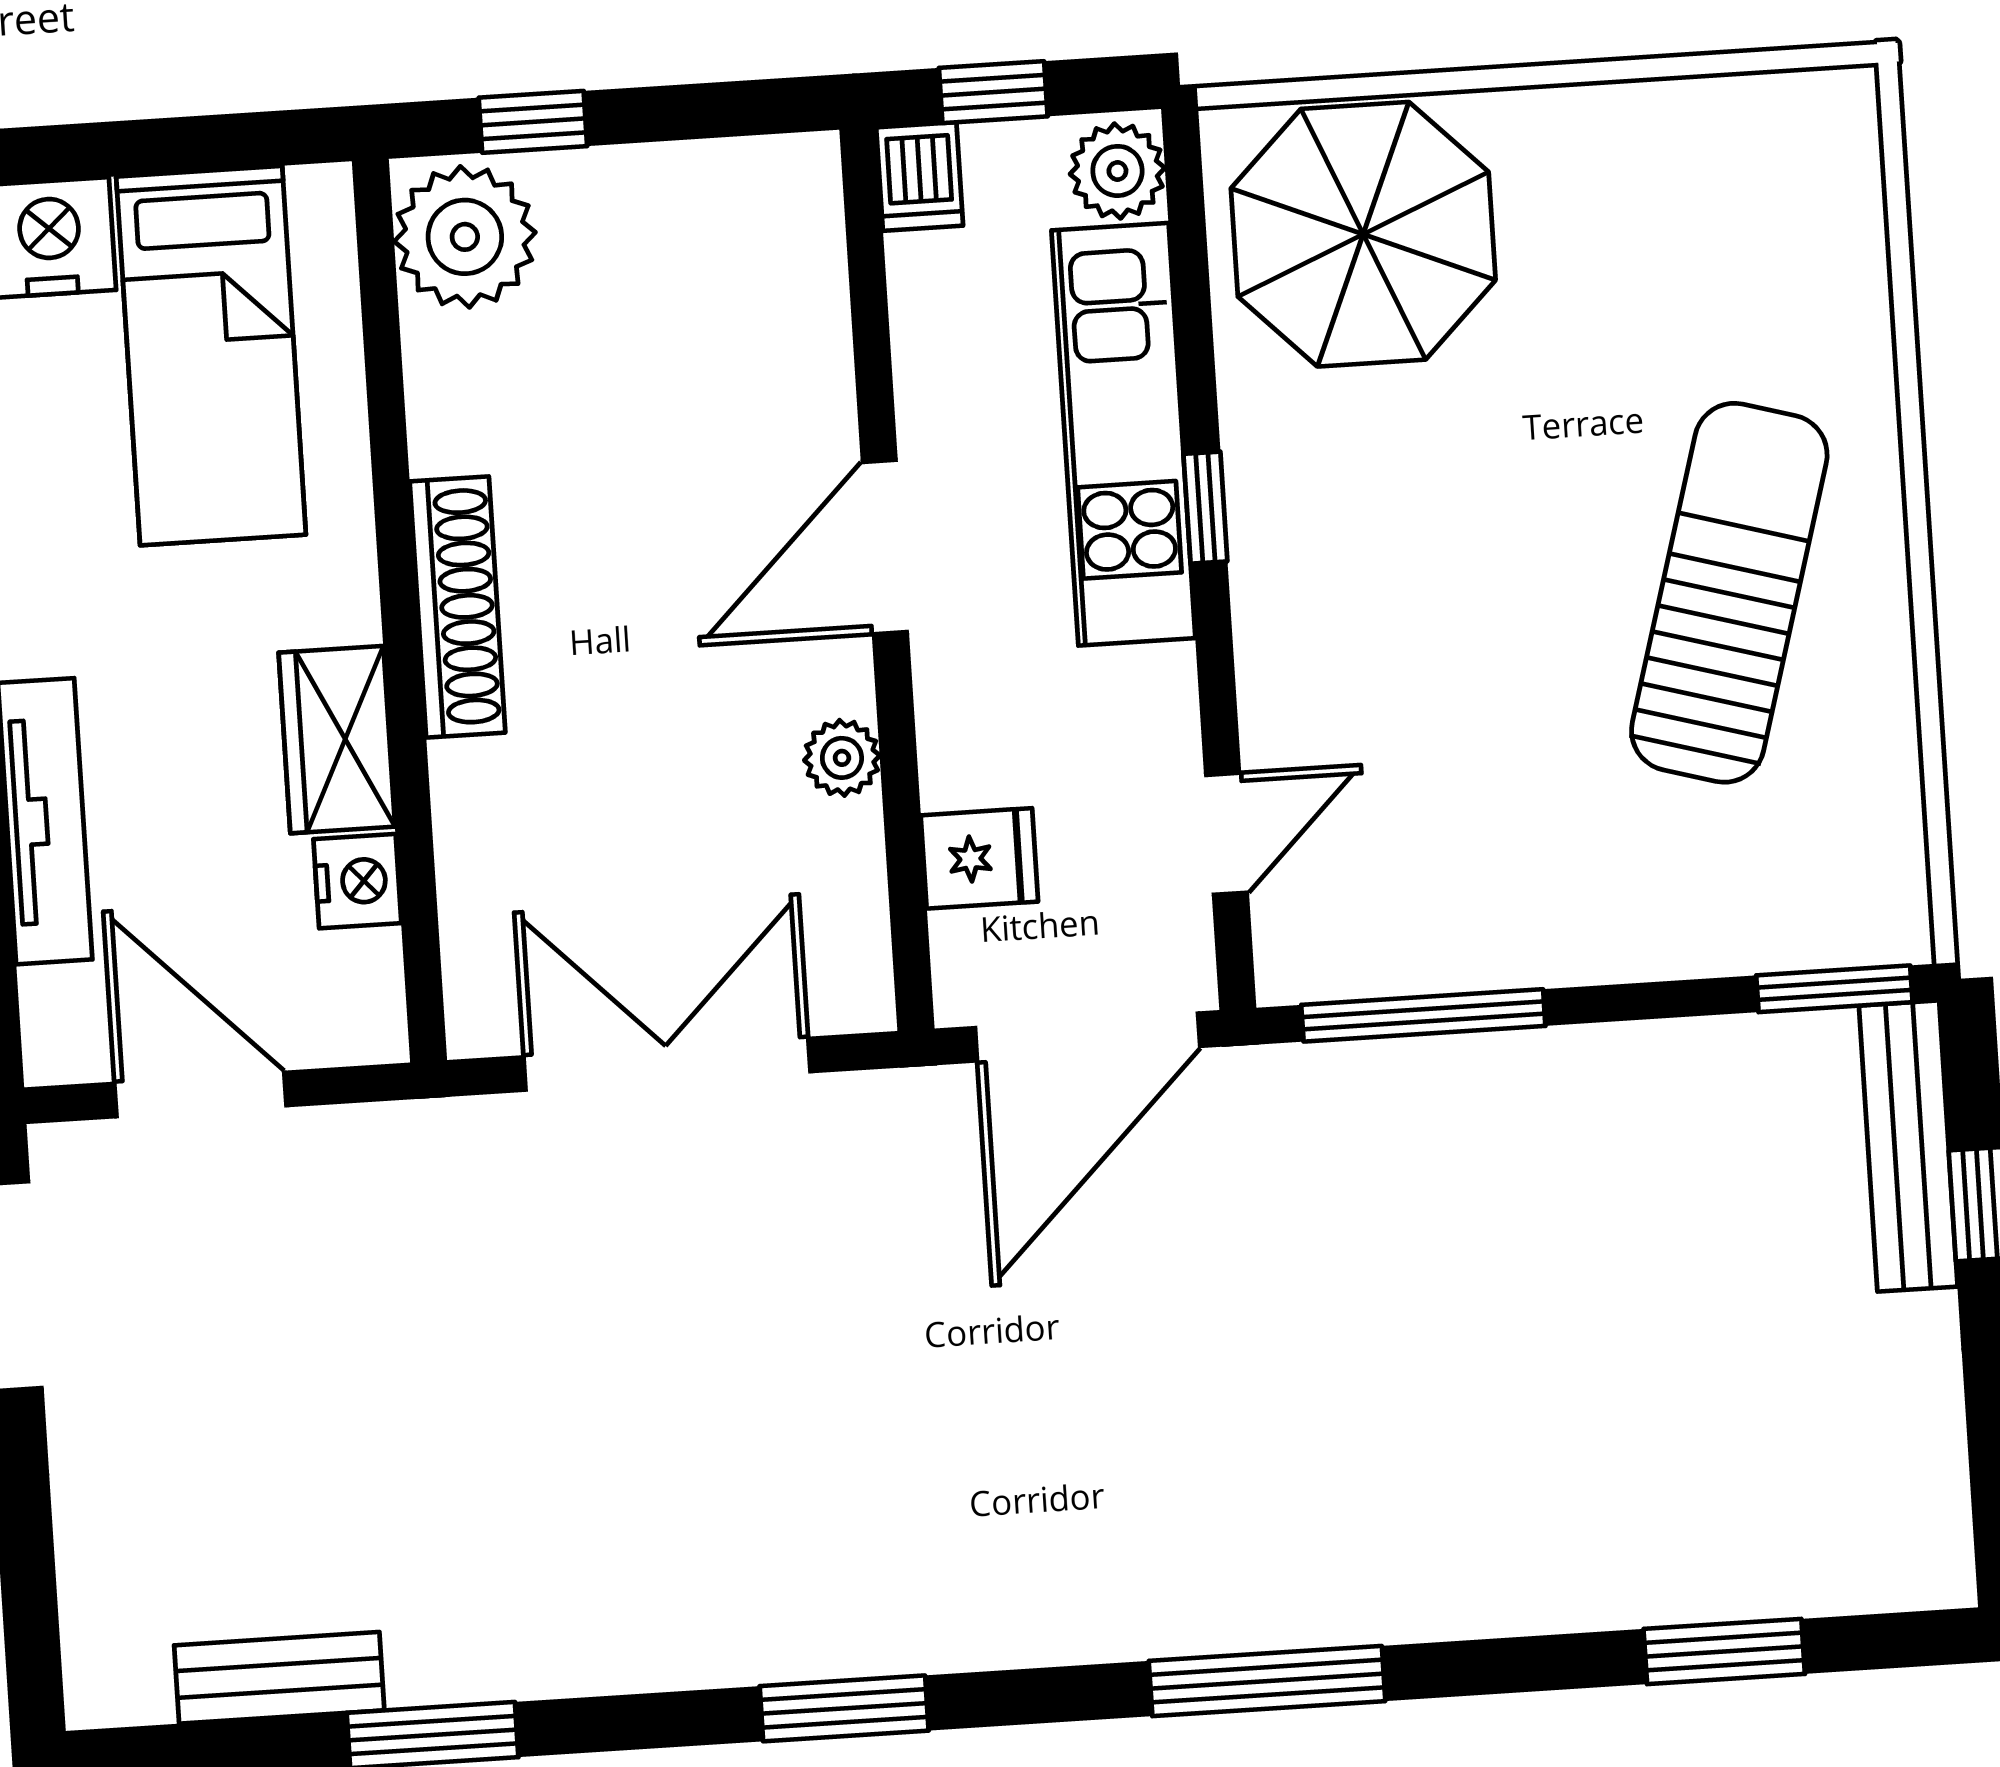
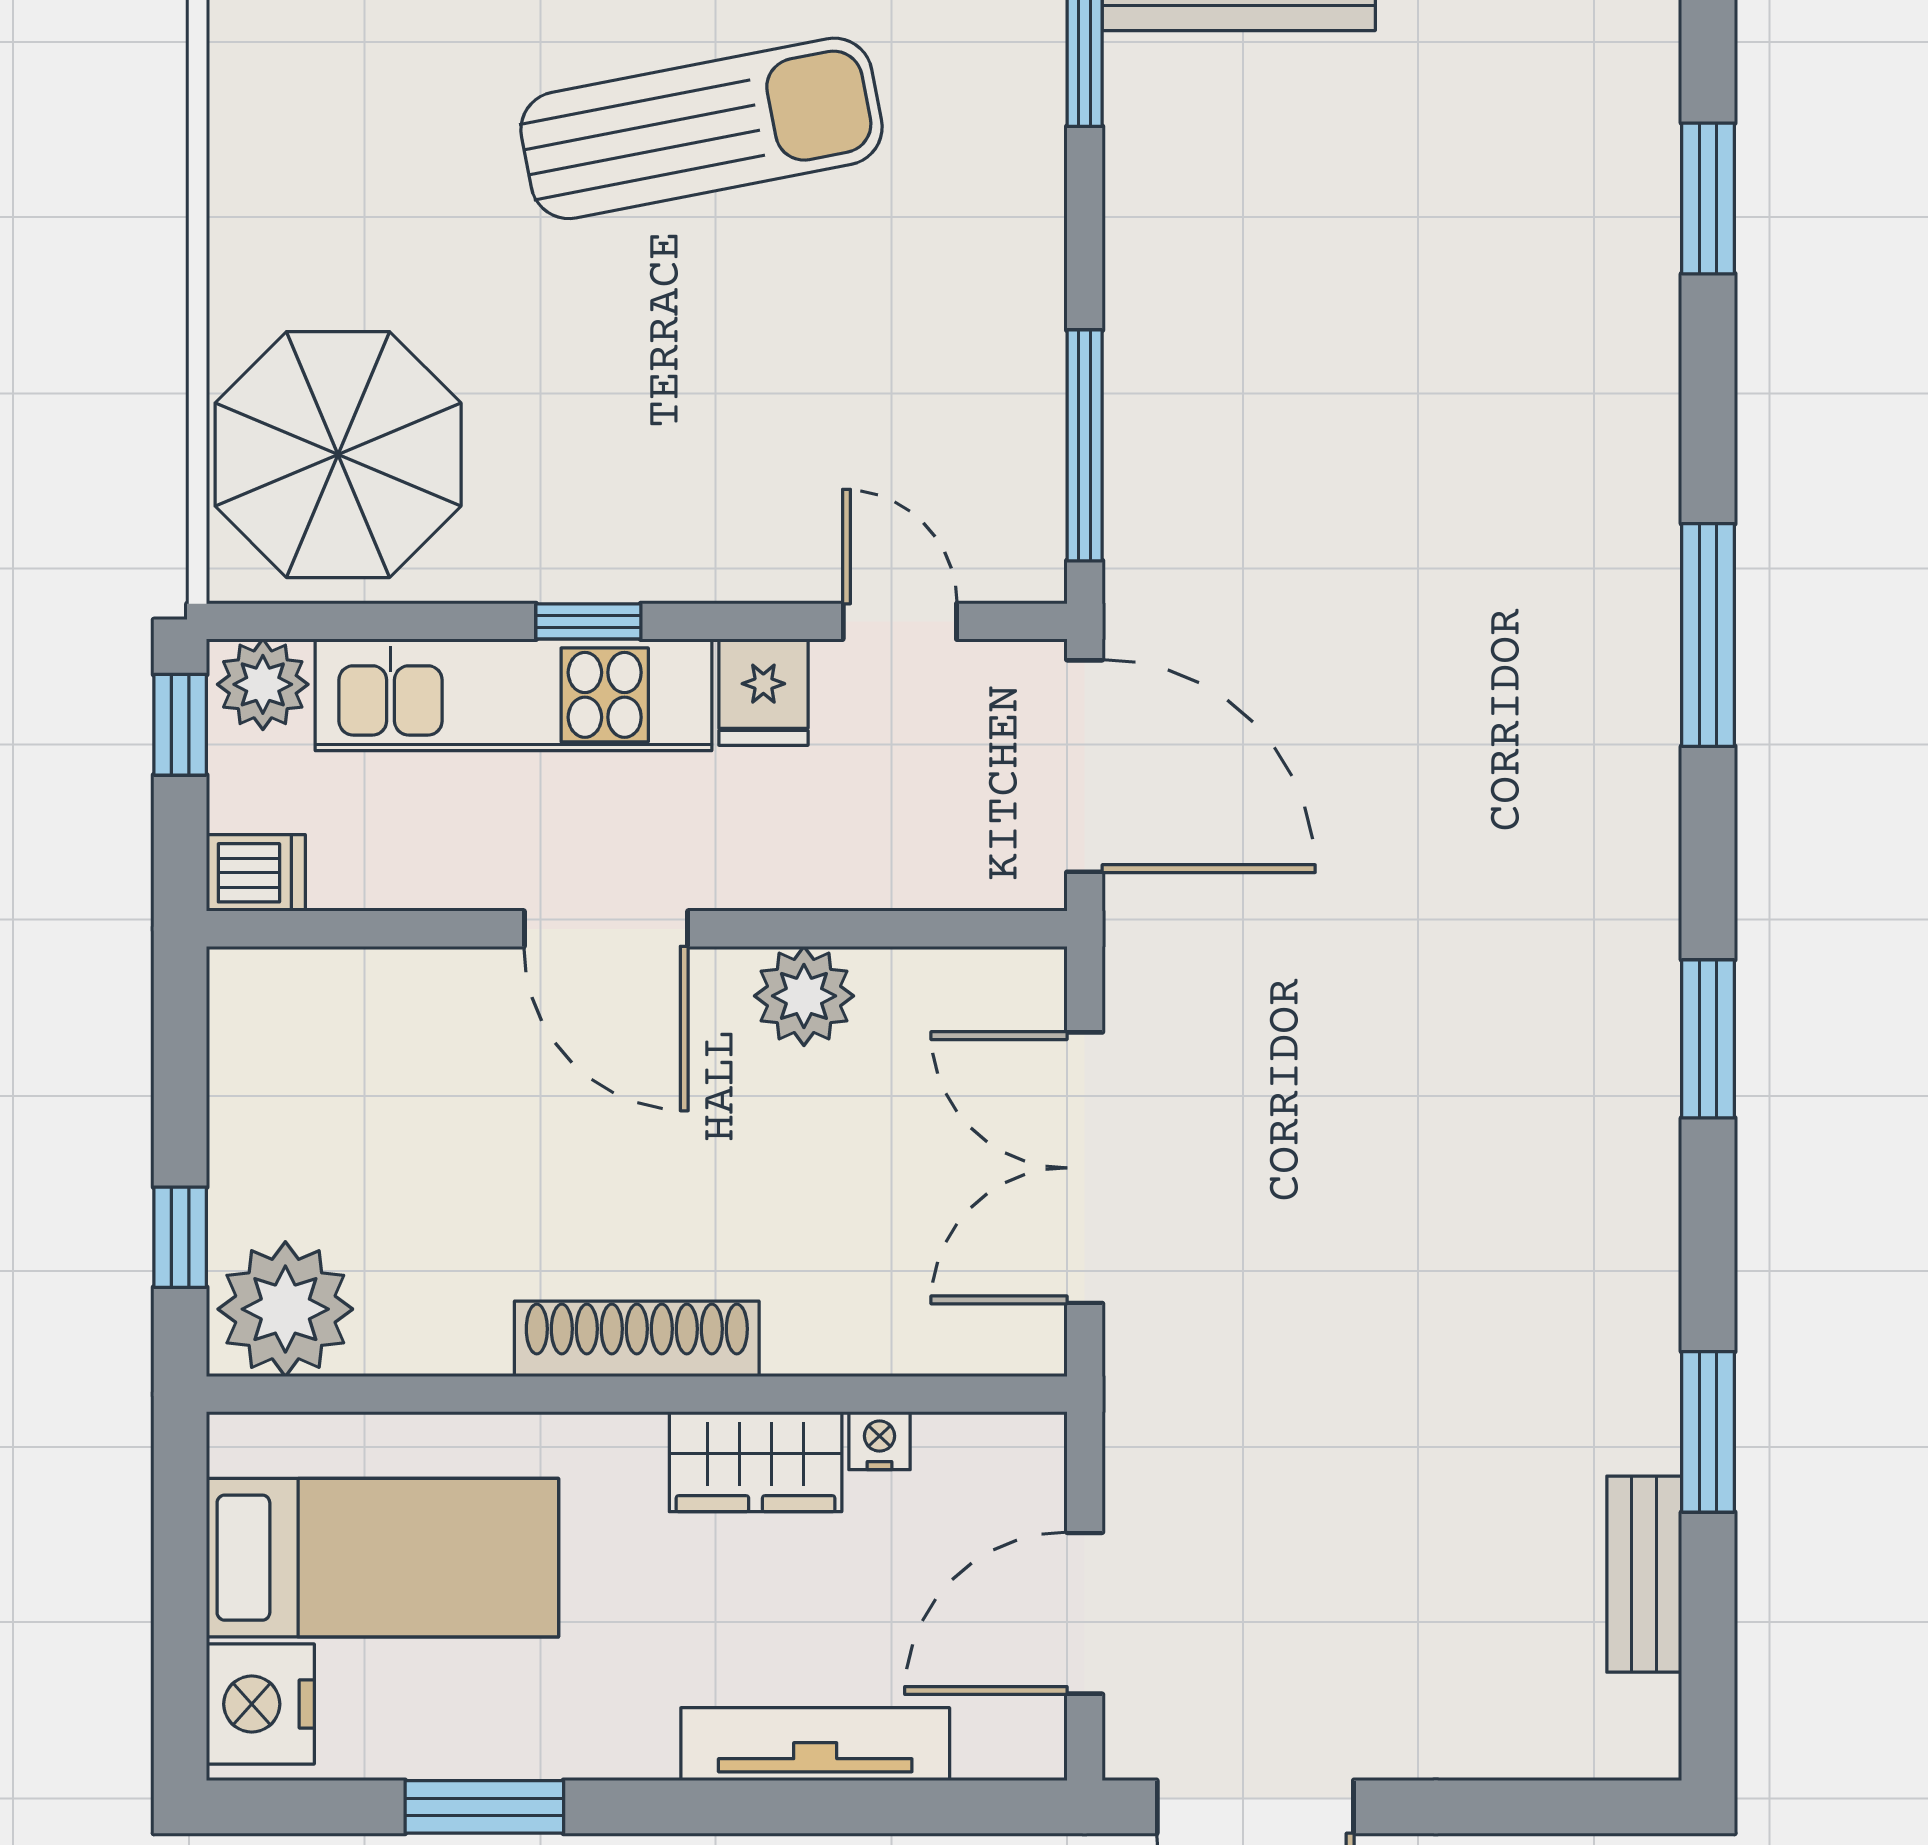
window: (993, 92) -> (180, 725), moved
sun lounger: (1729, 593) -> (702, 128), turned 153
plant: (842, 758) -> (804, 996), width x1.38, depth x1.38
fridge: (979, 858) -> (763, 692), moved, turned 180
nightstand: (357, 881) -> (879, 1441), width x0.72, depth x0.74

